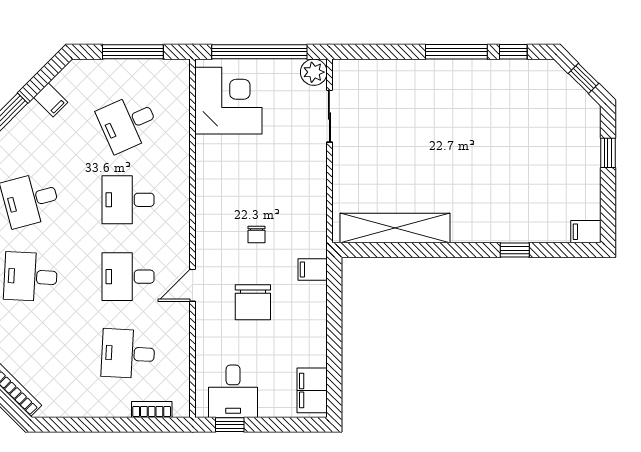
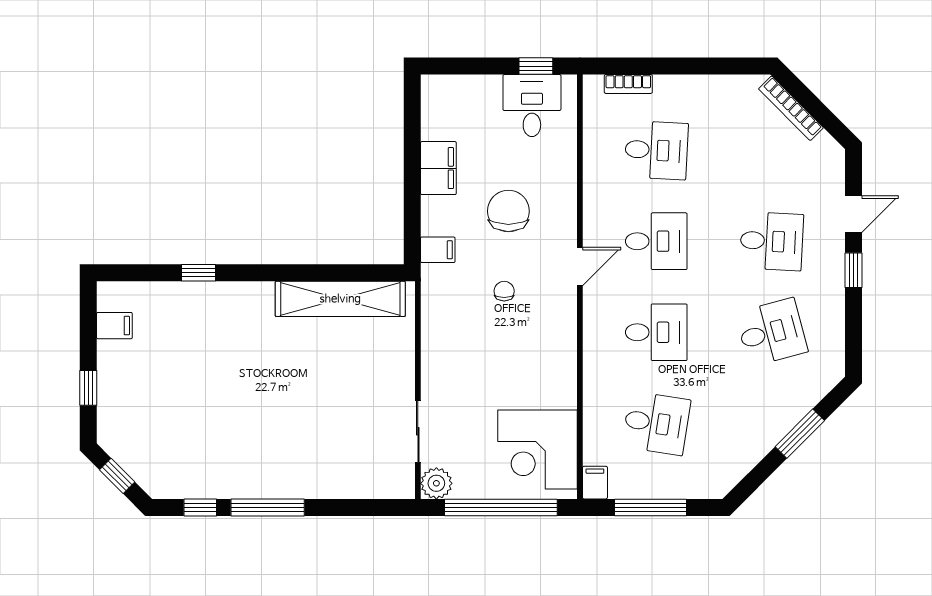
filing cabinet: (51, 100) -> (595, 483), moved, turned 45
desk: (128, 123) -> (656, 423), turned 33
filing cabinet: (586, 232) -> (114, 326), moved
door: (193, 285) -> (580, 266), moved
filing cabinet: (312, 390) -> (438, 168), moved

